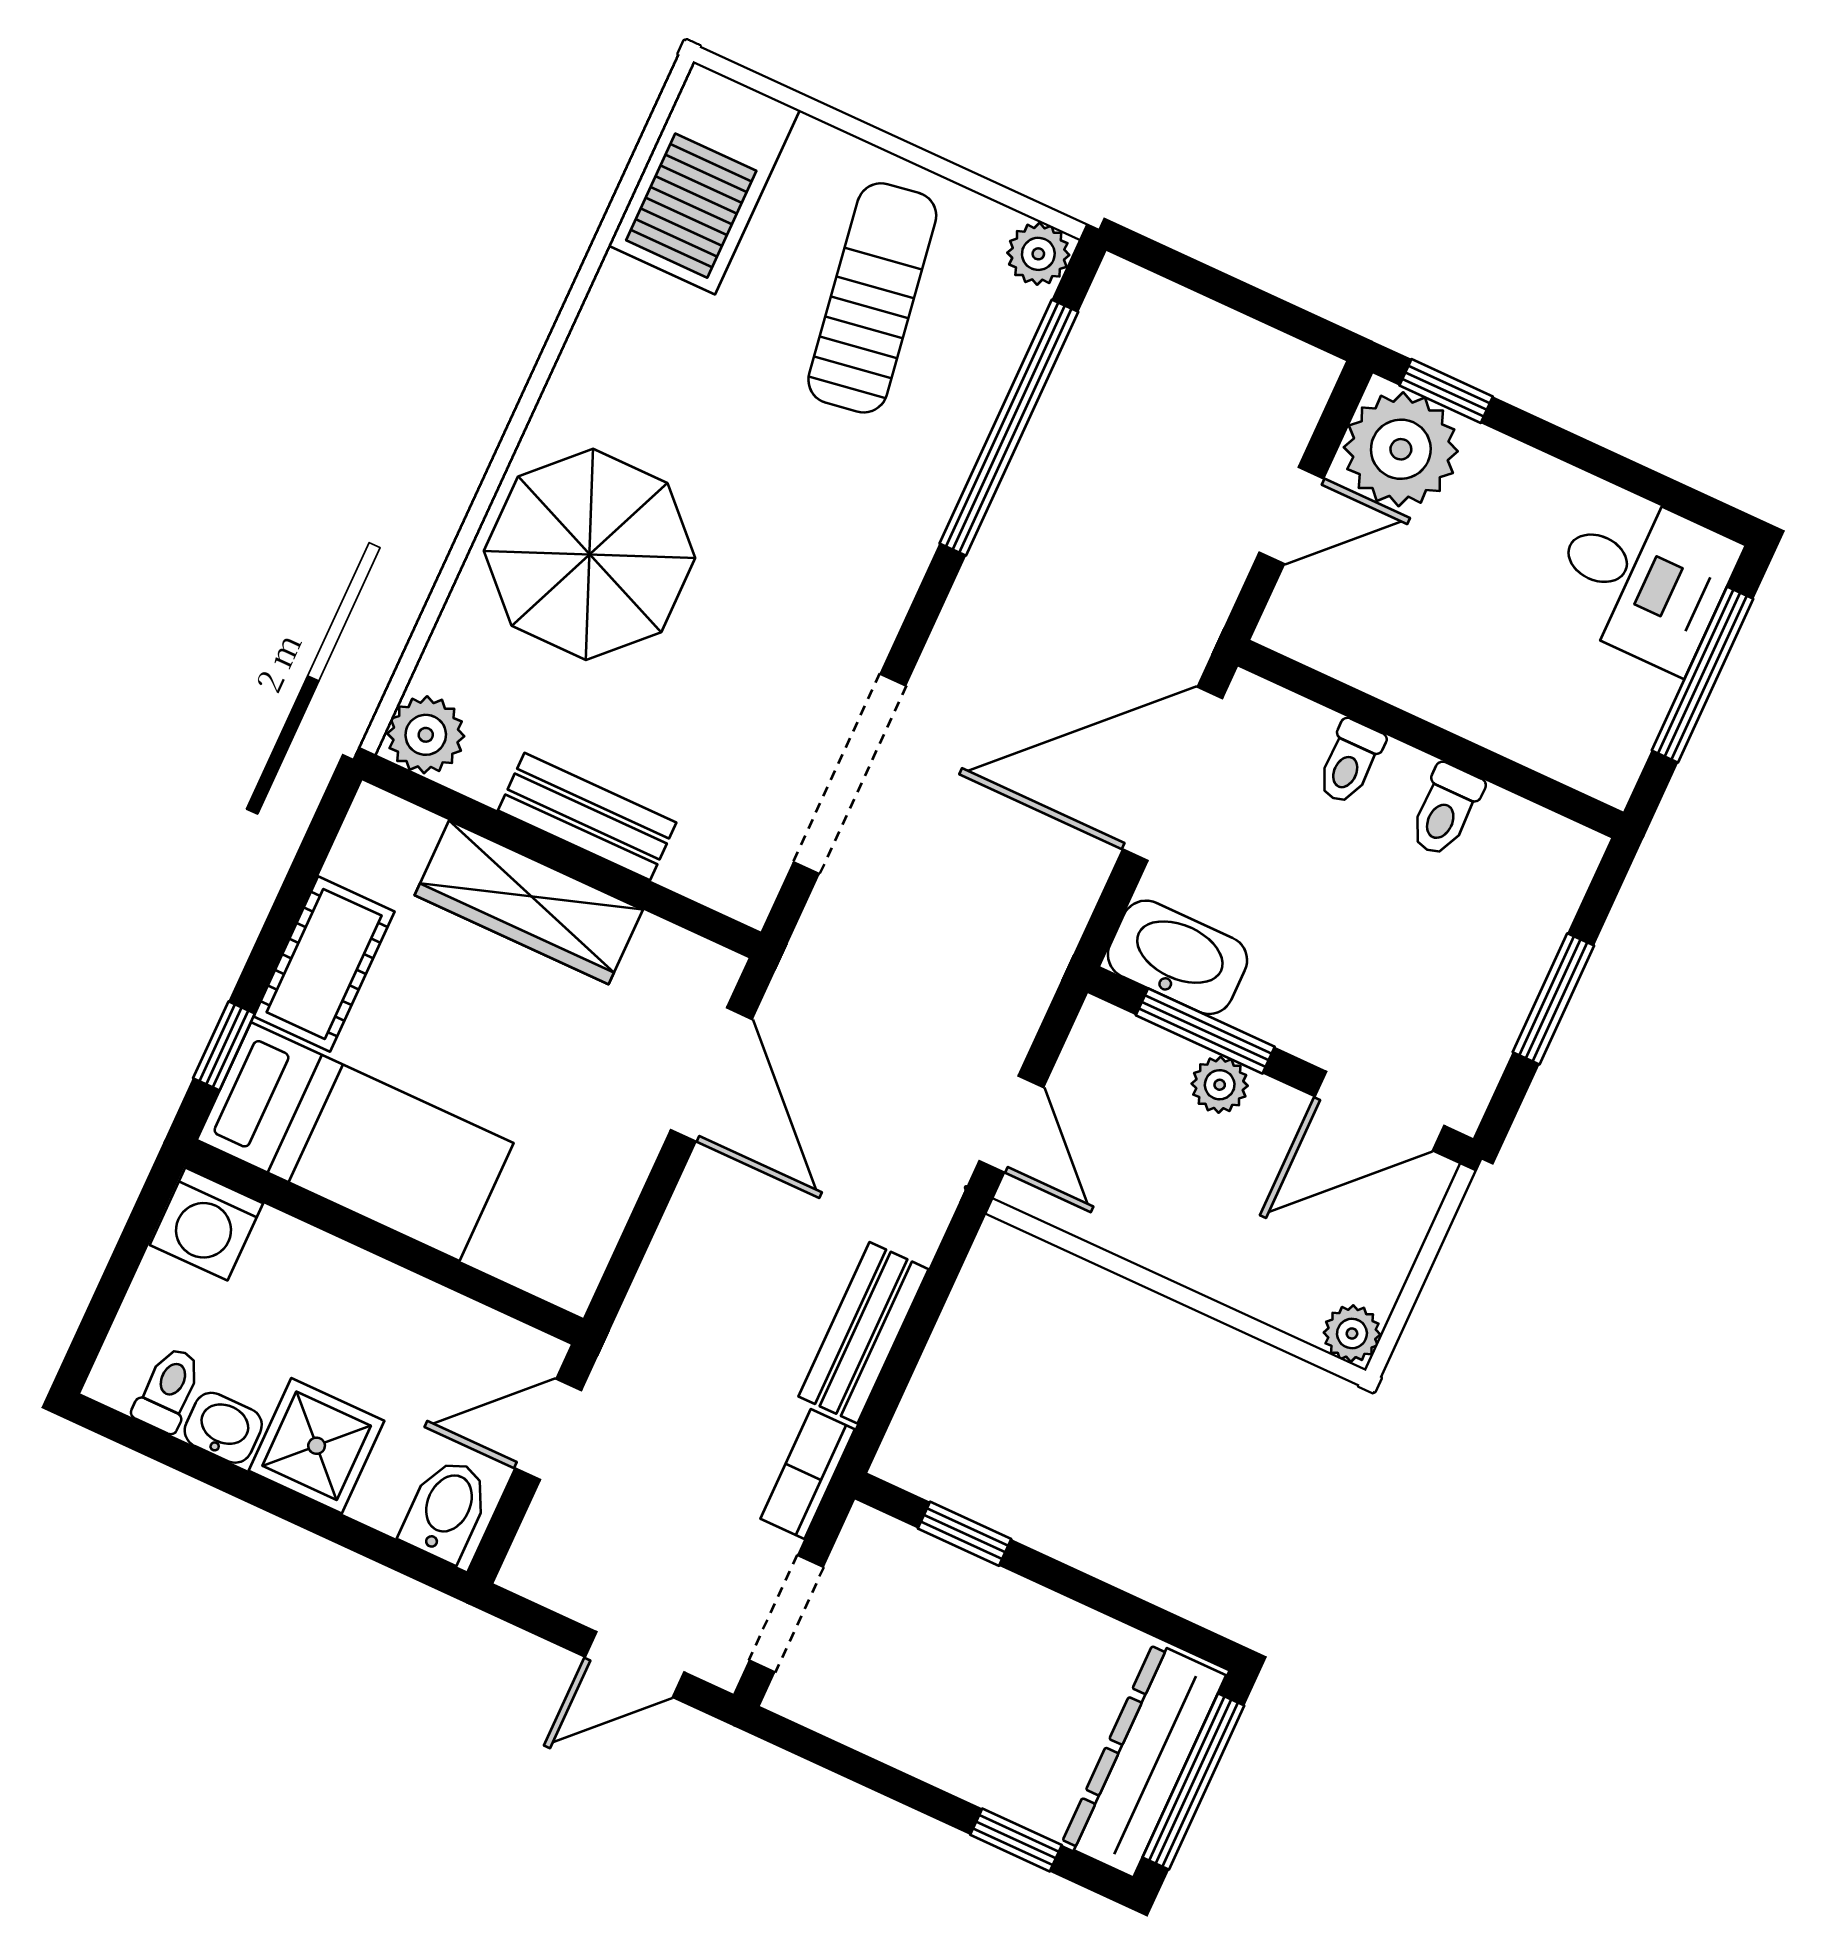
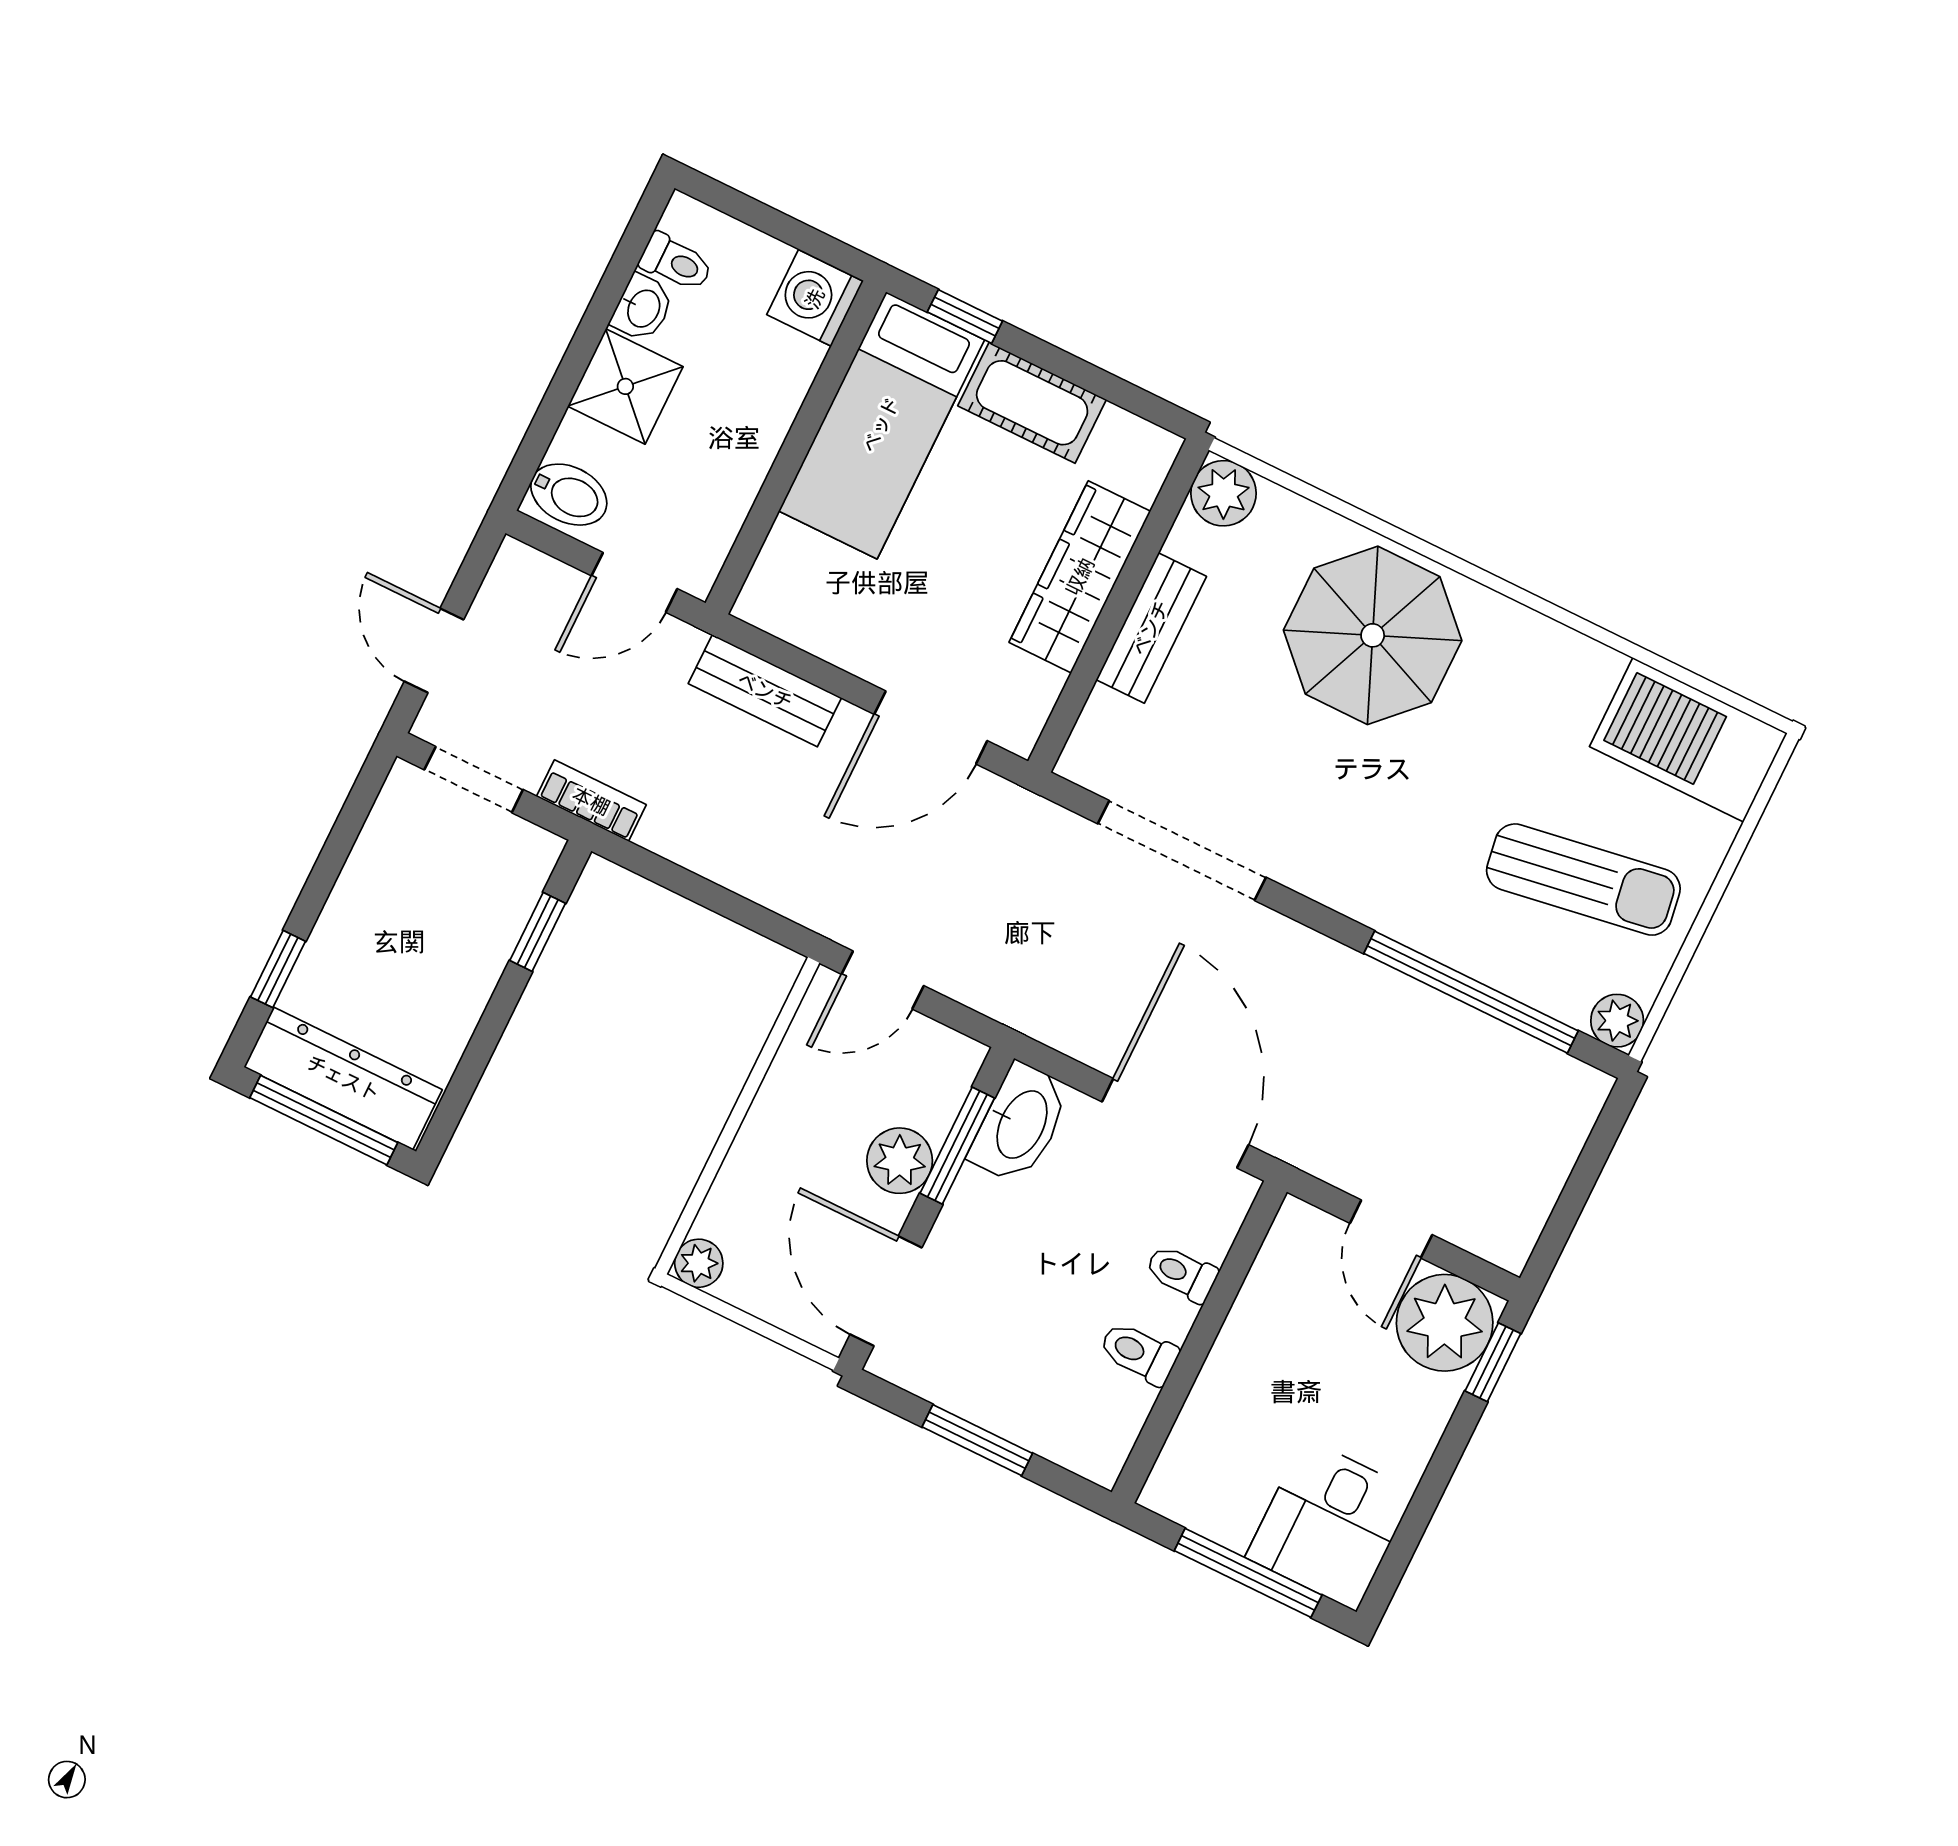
plant: (1220, 1085) -> (900, 1161), width x1.38, depth x1.38
bench: (863, 1333) -> (765, 691), moved
door: (548, 1429) -> (634, 582), swing flipped

